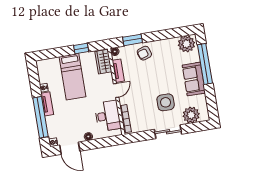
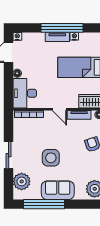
window: (205, 64) -> (44, 204), moved
side table: (166, 102) -> (51, 158), moved
desk: (108, 116) -> (25, 93), moved, turned 90
window: (41, 117) -> (62, 28), moved

